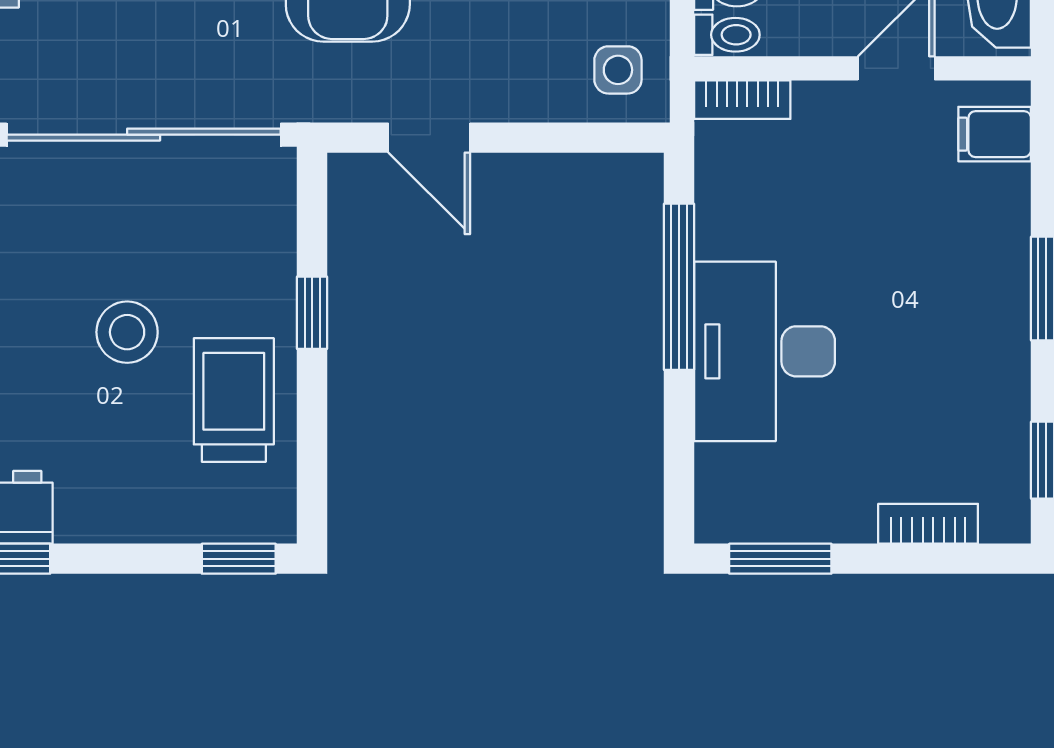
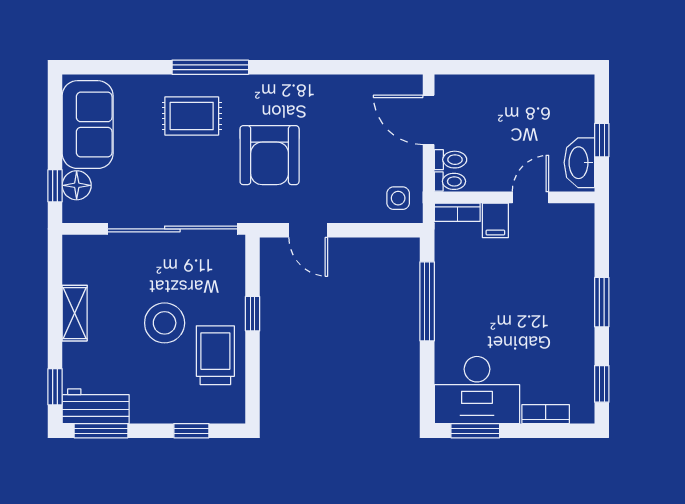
filing cabinet: (995, 134) -> (495, 220), moved, turned -90
stool: (127, 332) -> (165, 323), width x1.38, depth x1.38
desk: (765, 351) -> (477, 390), moved, turned -90
window: (239, 559) -> (191, 431), moved

